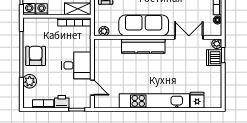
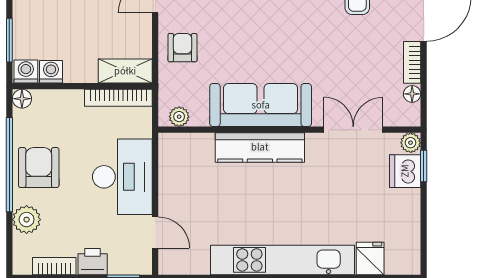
floor lamp: (27, 22) -> (22, 99), added
desk: (76, 65) -> (122, 177), width x1.37

